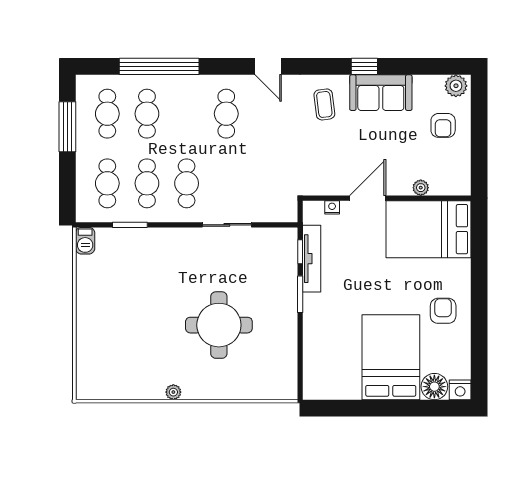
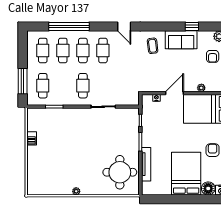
window: (364, 66) -> (192, 27), moved
window: (67, 127) -> (23, 81), moved
cafe table: (147, 183) -> (83, 50), moved
barbecue: (85, 241) -> (32, 138), moved
tv unit: (312, 259) -> (146, 164), moved
round table: (219, 325) -> (120, 172), moved

